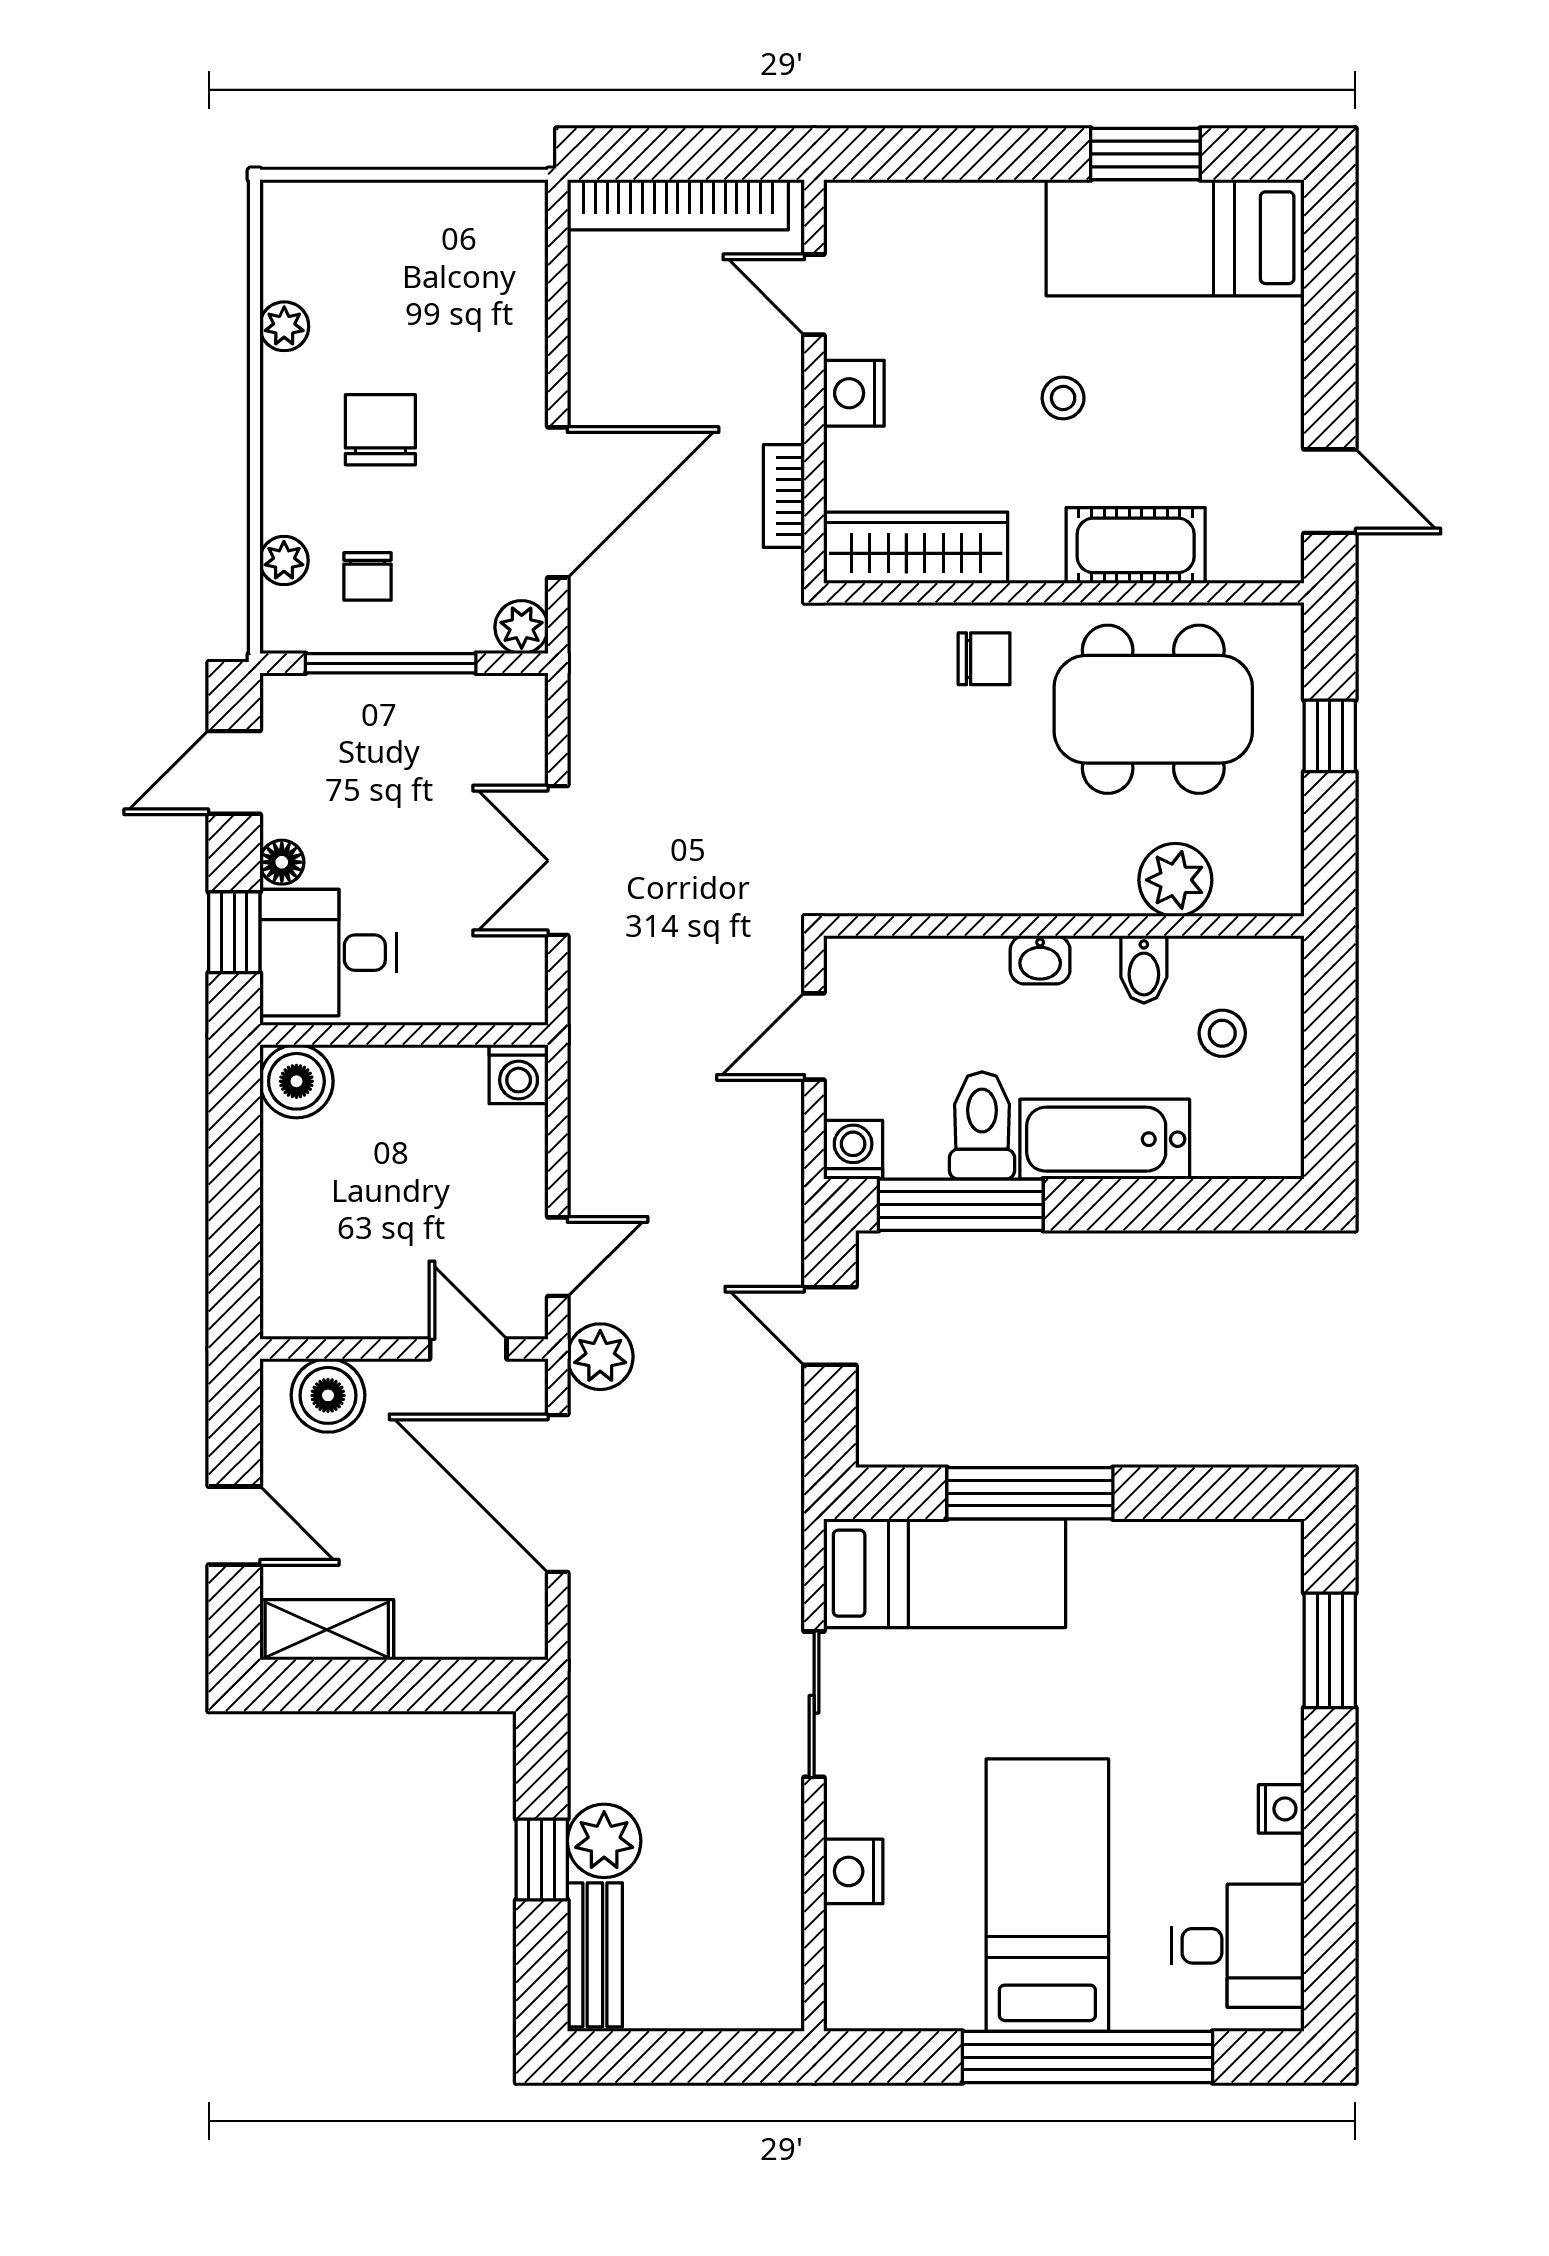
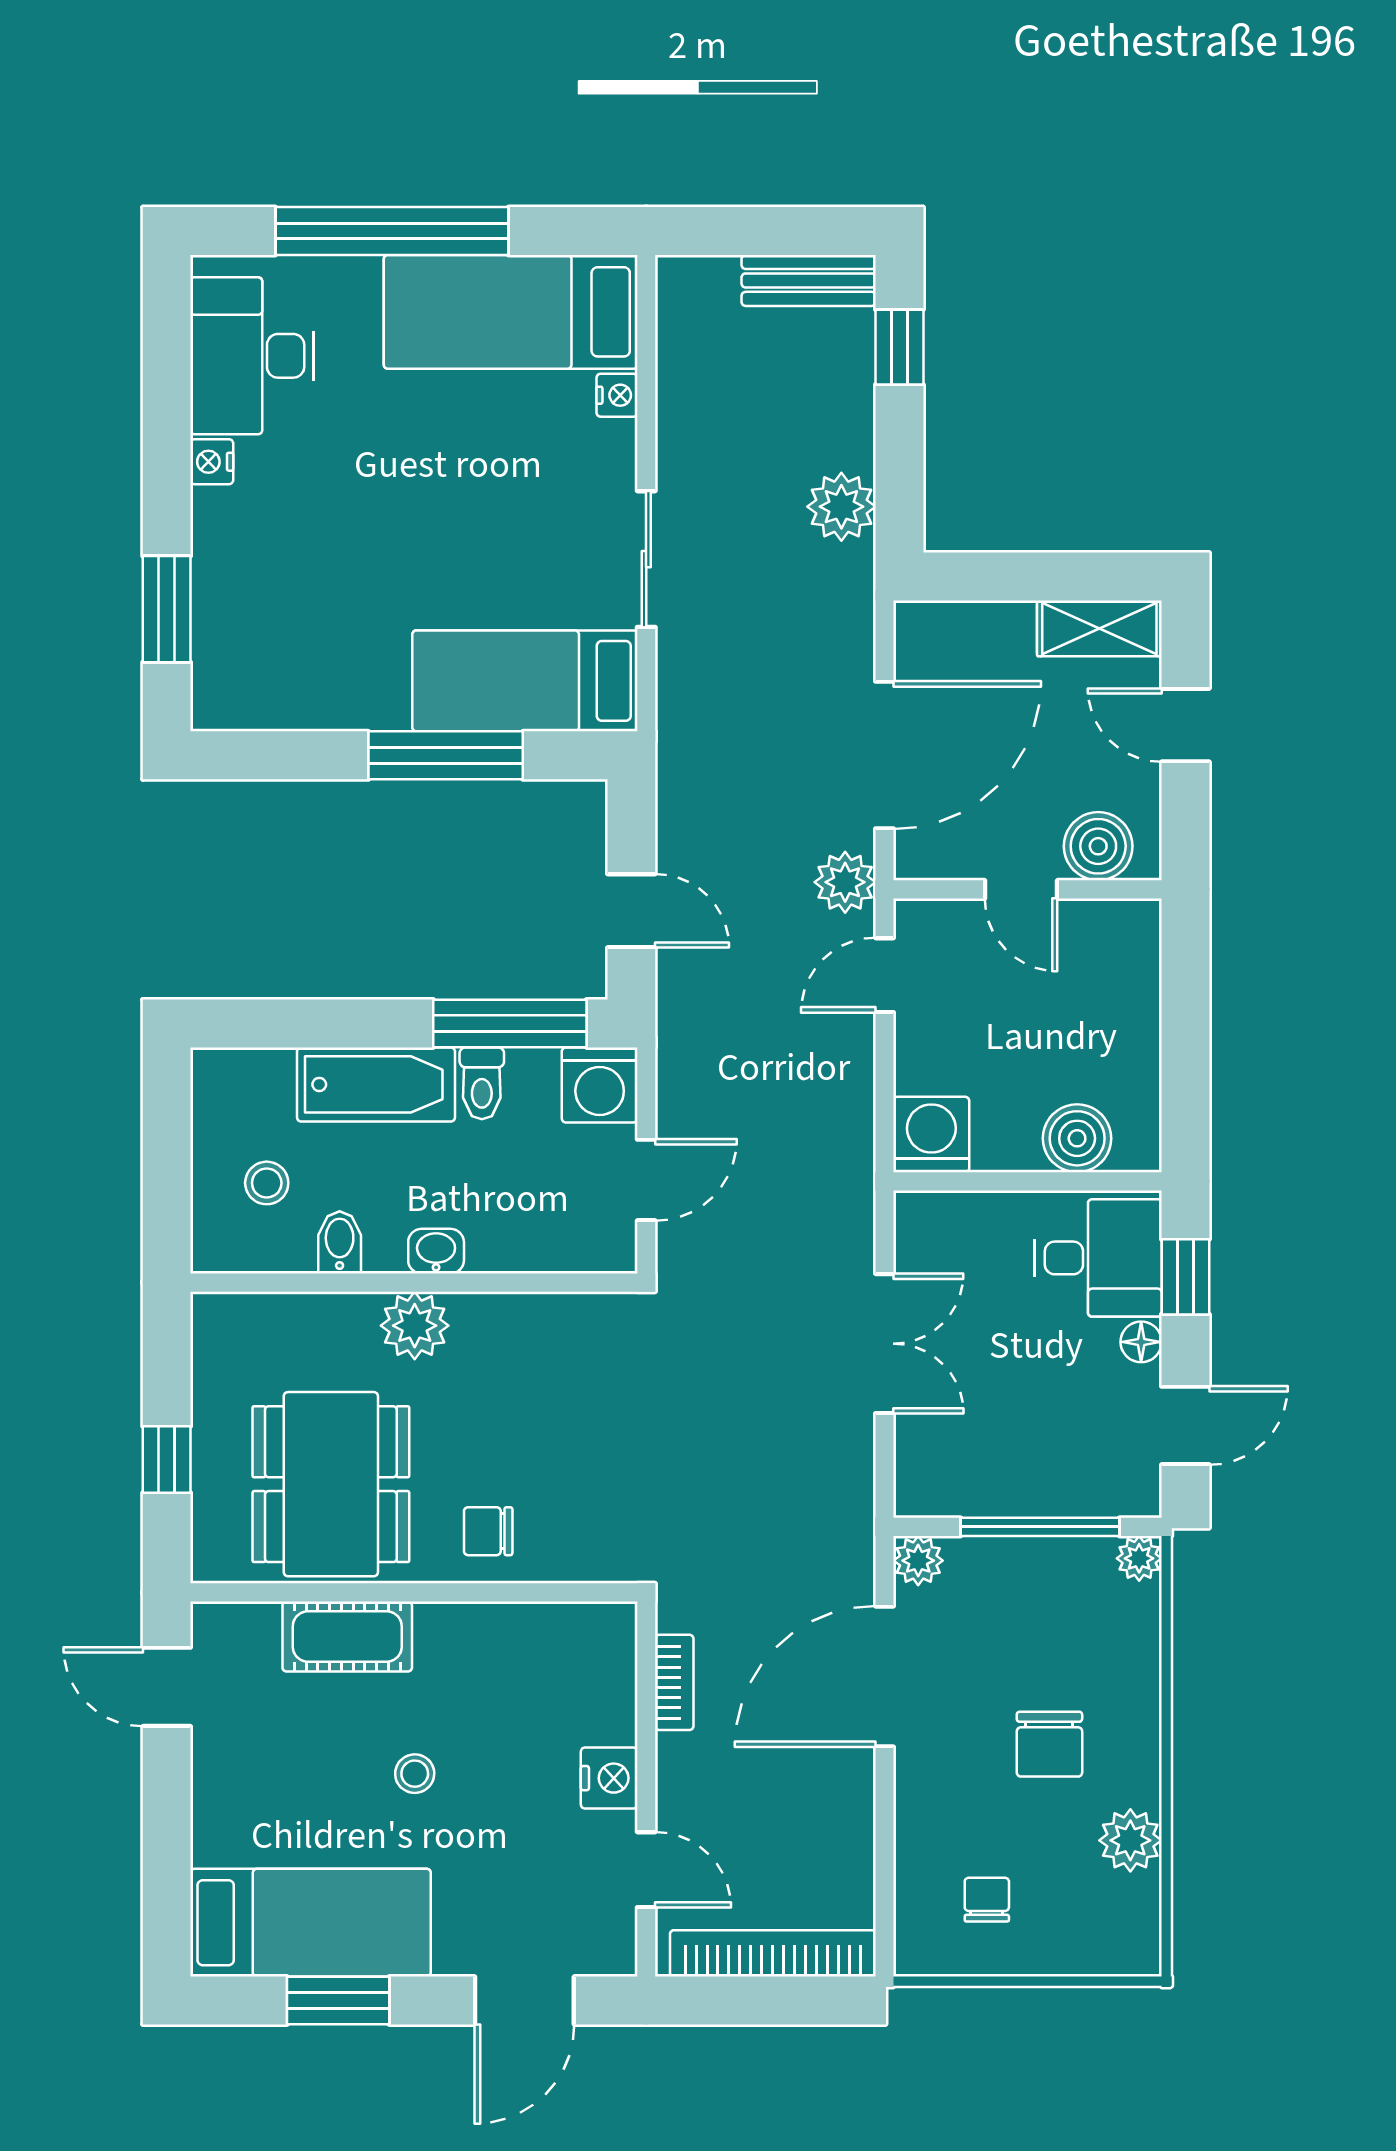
door: (945, 154) -> (524, 2001), added
plant: (284, 326) -> (1130, 1840), width x1.38, depth x1.38
wardrobe: (916, 548) -> (552, 1634), removed
plant: (284, 561) -> (1139, 1558), moved
chair: (368, 576) -> (987, 1900), moved
dining table: (1153, 709) -> (331, 1484), turned 90
plant: (1175, 880) -> (415, 1326), moved
washing machine: (519, 1074) -> (931, 1135), width x1.38, depth x1.38
boiler: (296, 1081) -> (1077, 1138), moved
toilet: (982, 1126) -> (482, 1083), width x0.73, depth x0.72
washing machine: (853, 1150) -> (600, 1085), width x1.38, depth x1.38
door: (468, 1349) -> (1021, 889), moved
door: (558, 1493) -> (885, 755), hinge flipped
plant: (604, 1841) -> (841, 507), moved
window: (542, 1860) -> (899, 347), moved
nightstand: (853, 1871) -> (617, 395), width x0.72, depth x0.74
bed: (1047, 1895) -> (511, 312), moved, turned 90
desk: (1238, 1946) -> (252, 356), width x1.37
bench: (595, 1955) -> (809, 280), moved, turned 90

